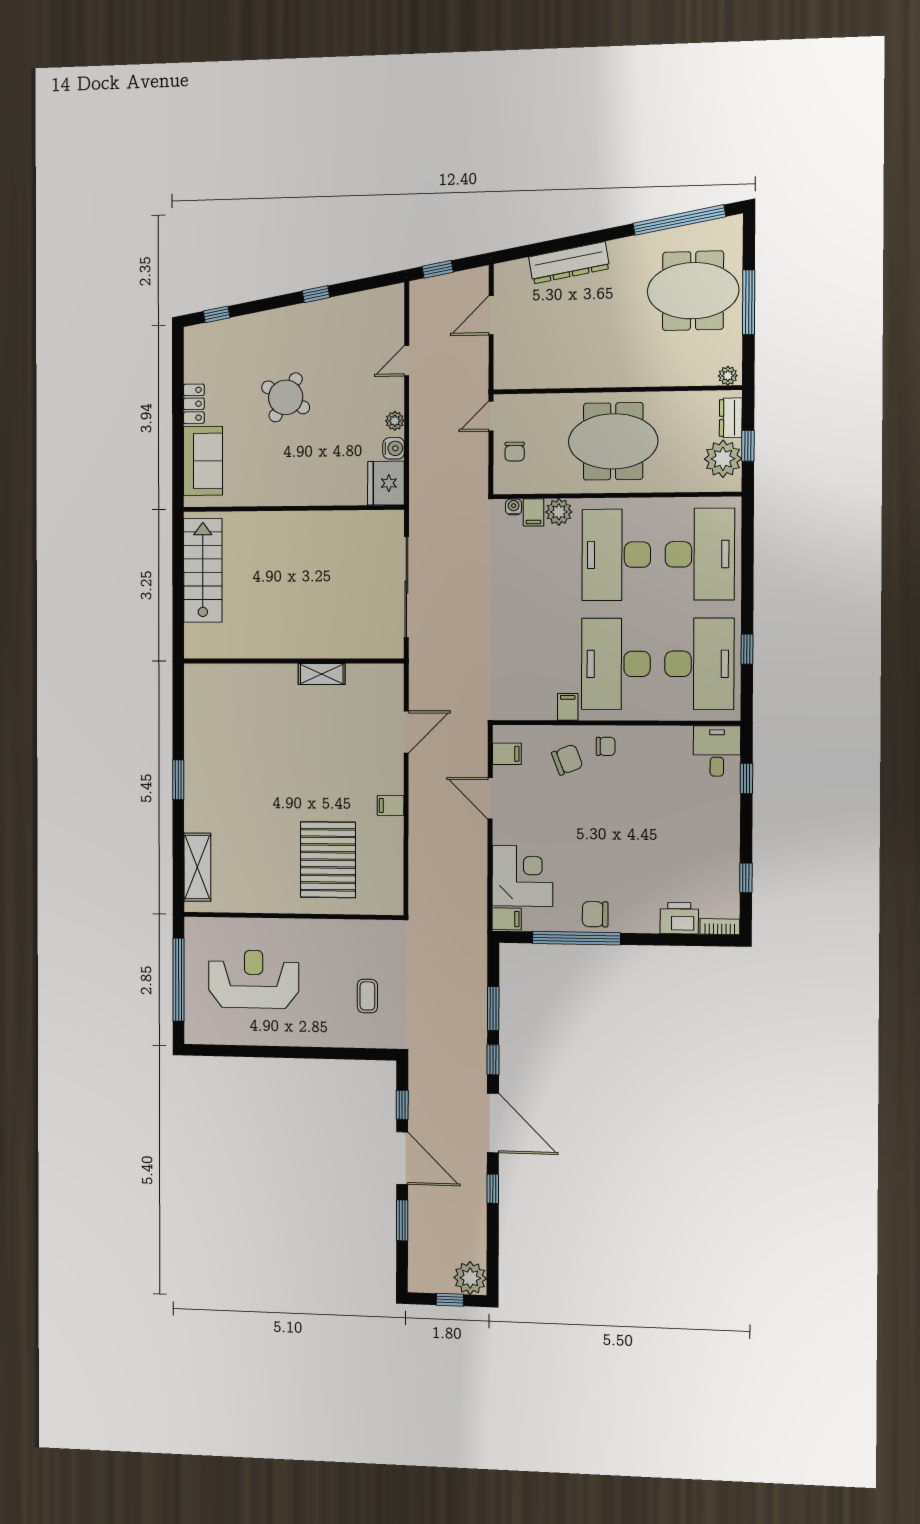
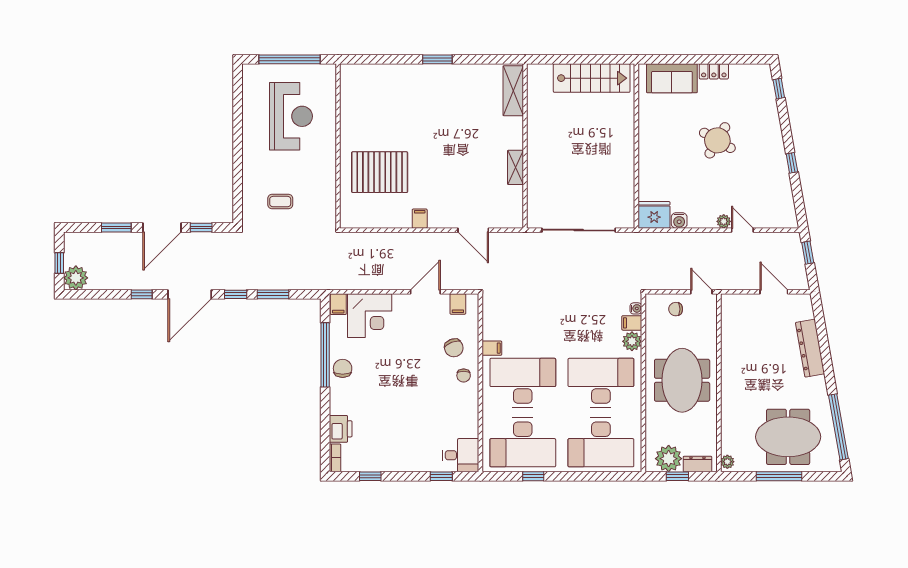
meeting table: (693, 291) -> (788, 437), turned 90
plant: (395, 421) -> (724, 221), moved
shelving: (197, 867) -> (513, 91), moved, turned 90

